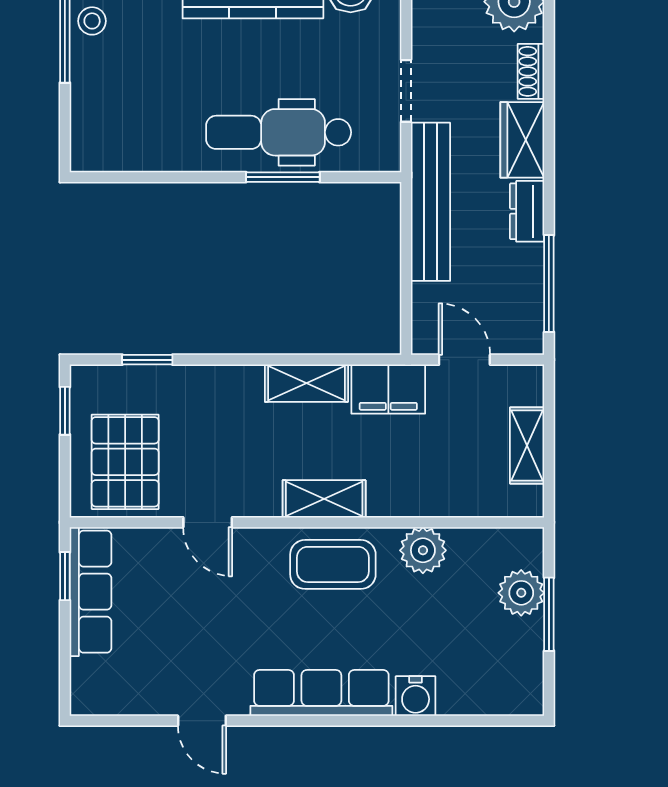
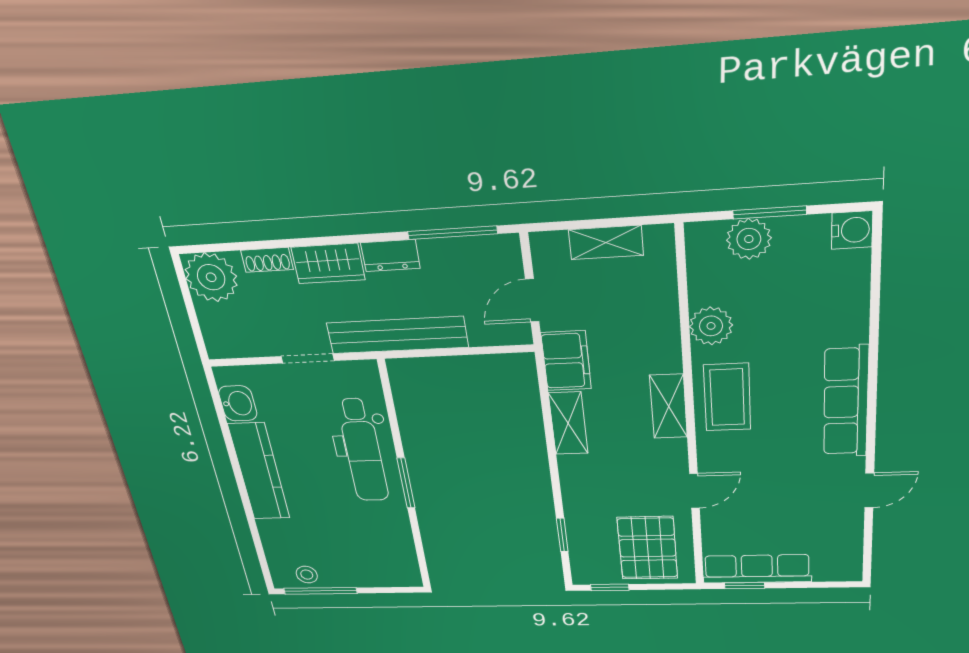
window: (283, 177) -> (406, 483), moved
pallet: (125, 462) -> (647, 548), turned 90
water cooler: (416, 696) -> (852, 230), moved

